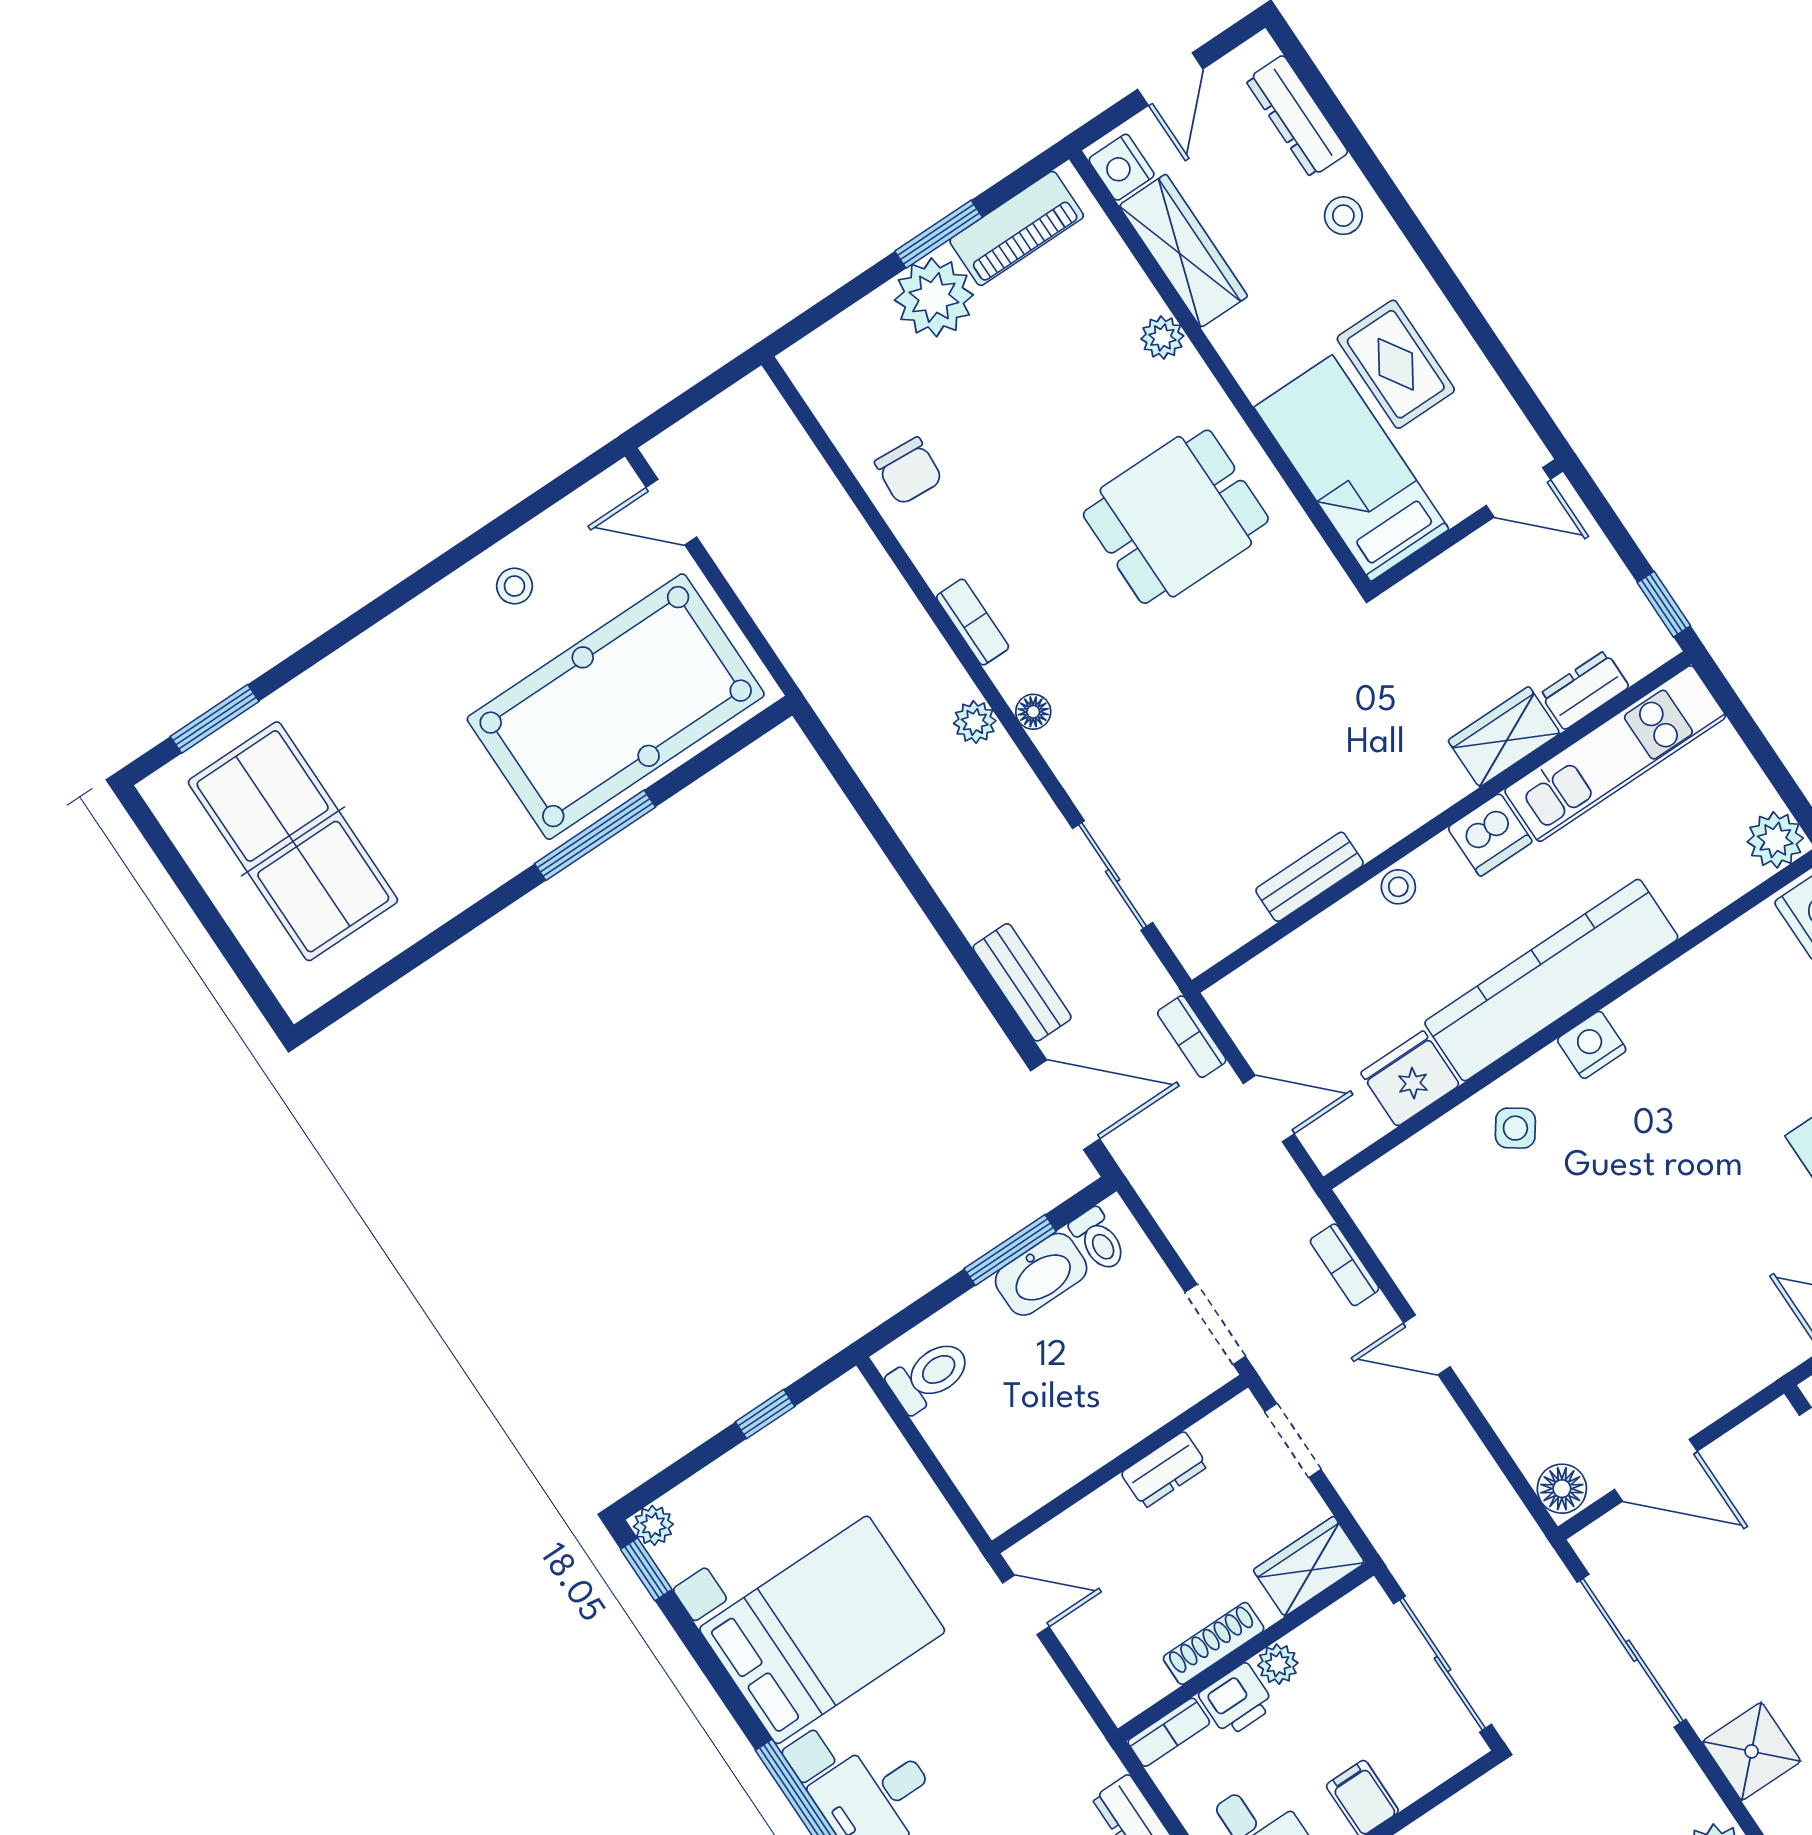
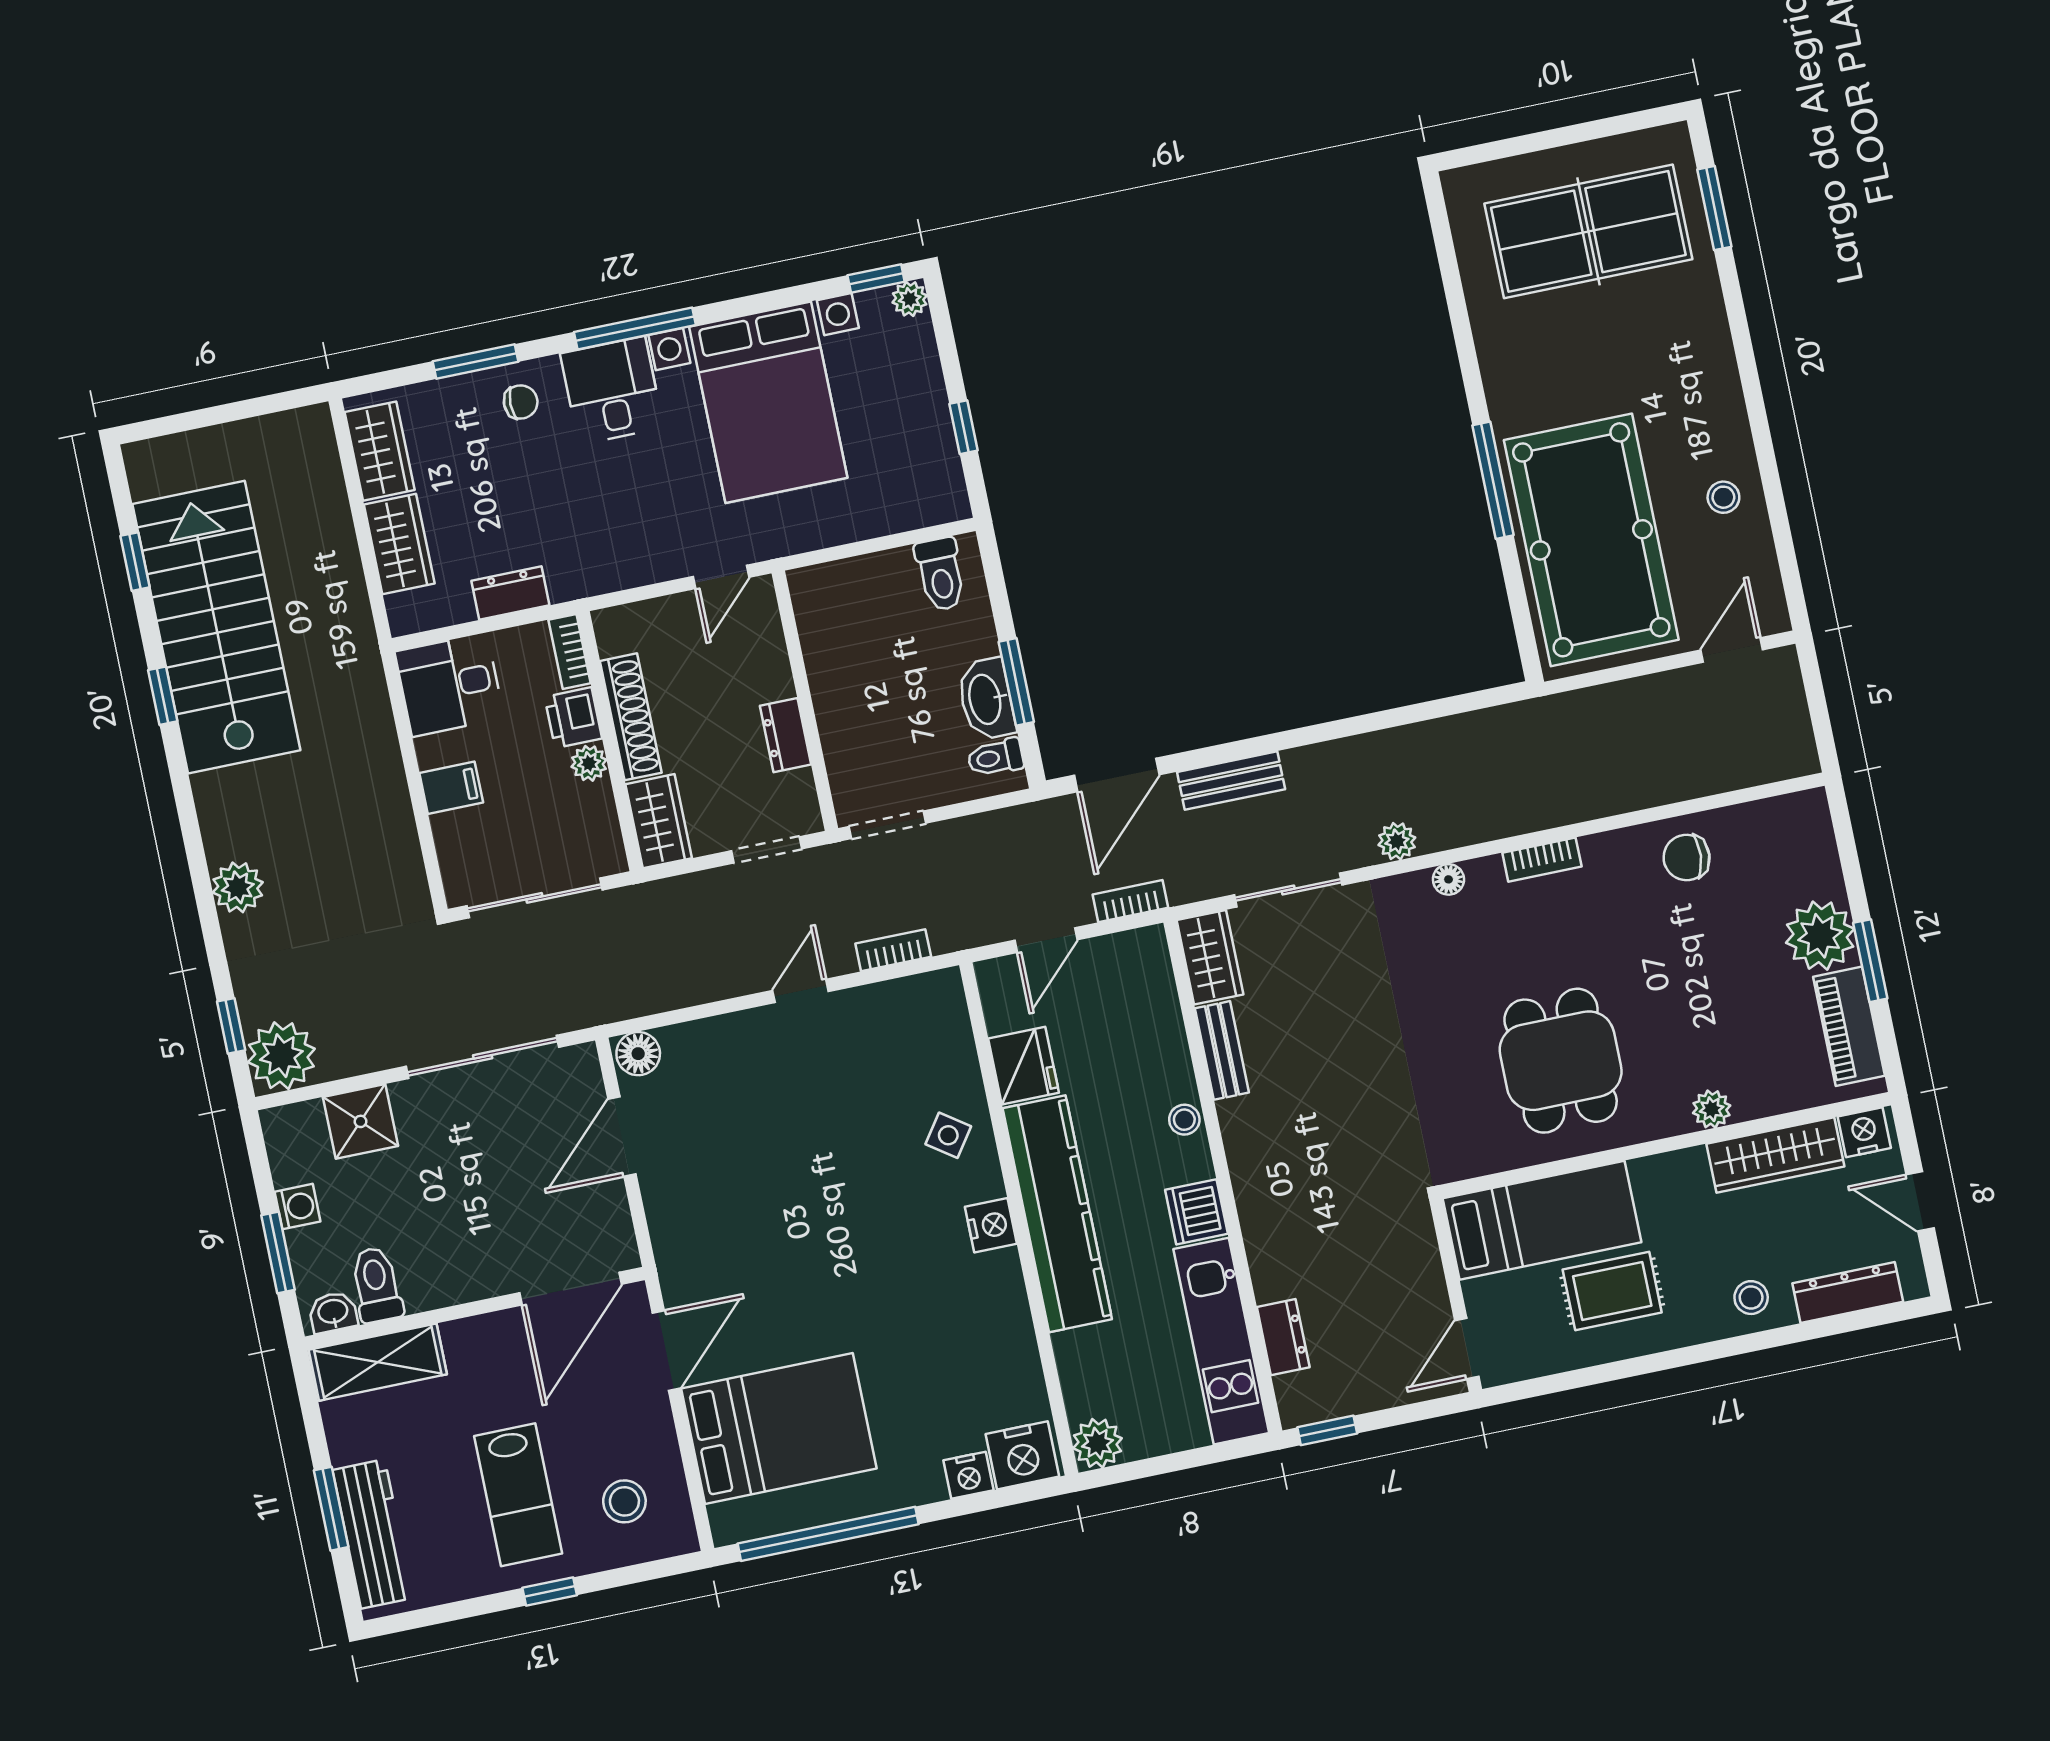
plant: (975, 722) -> (1397, 841), moved
wardrobe: (1504, 737) -> (1210, 957), moved
shoe rack: (1214, 1643) -> (631, 717), width x1.36, depth x1.24

